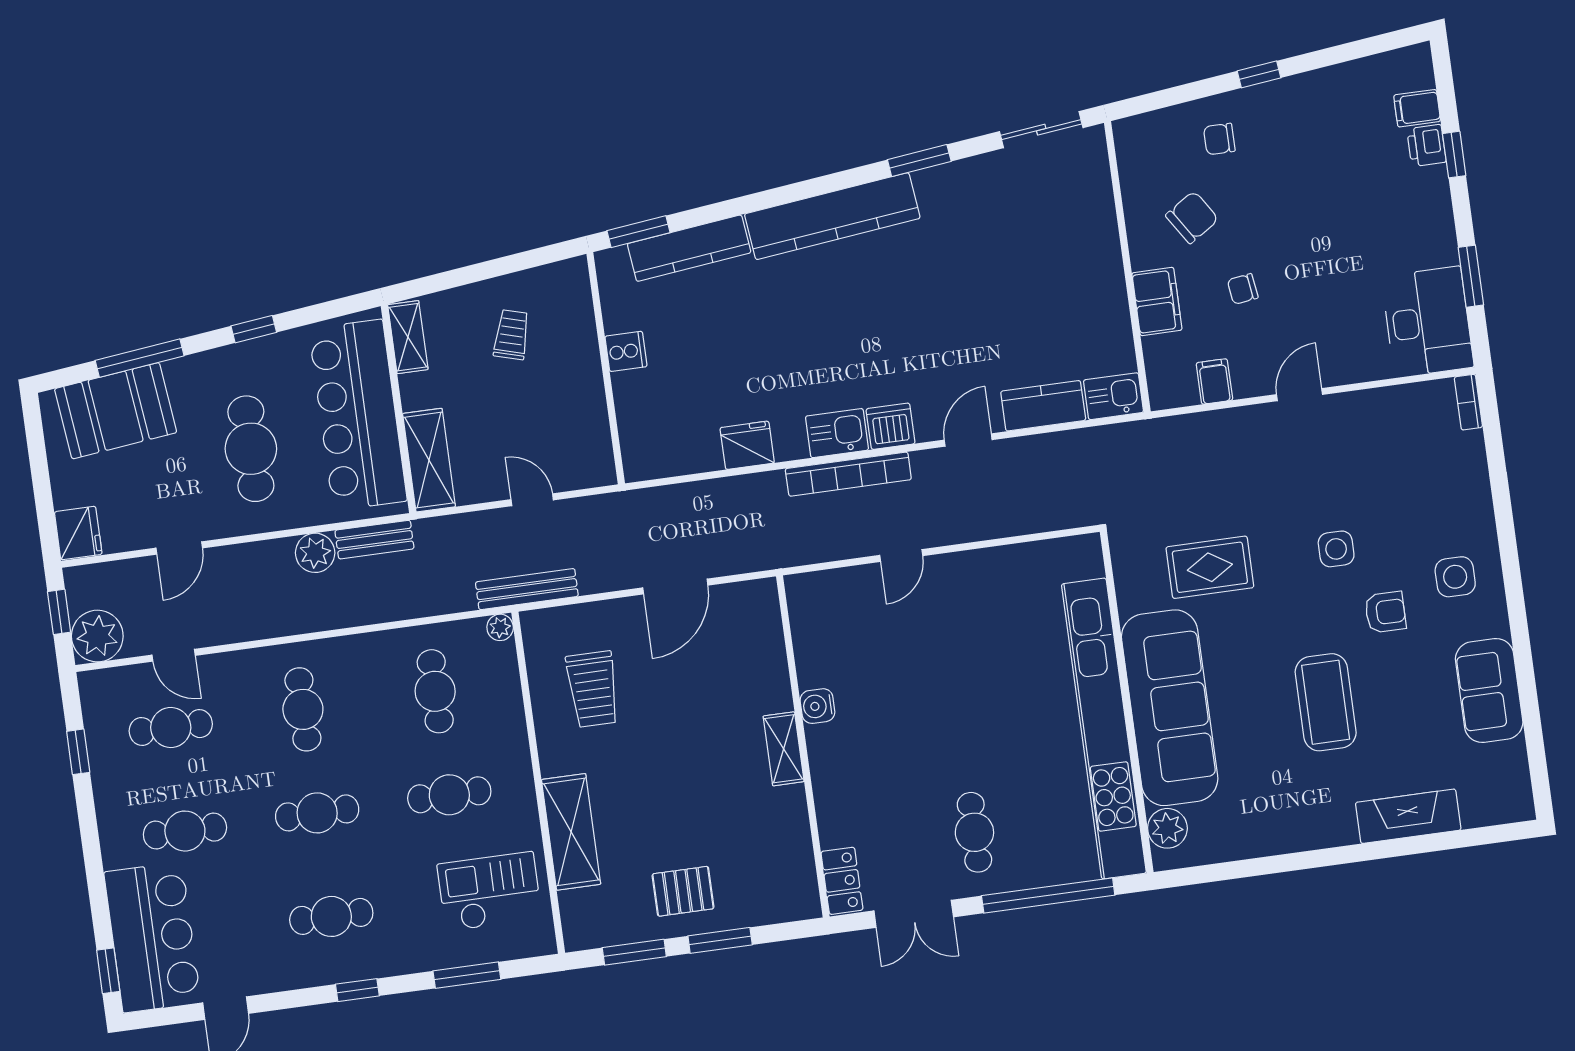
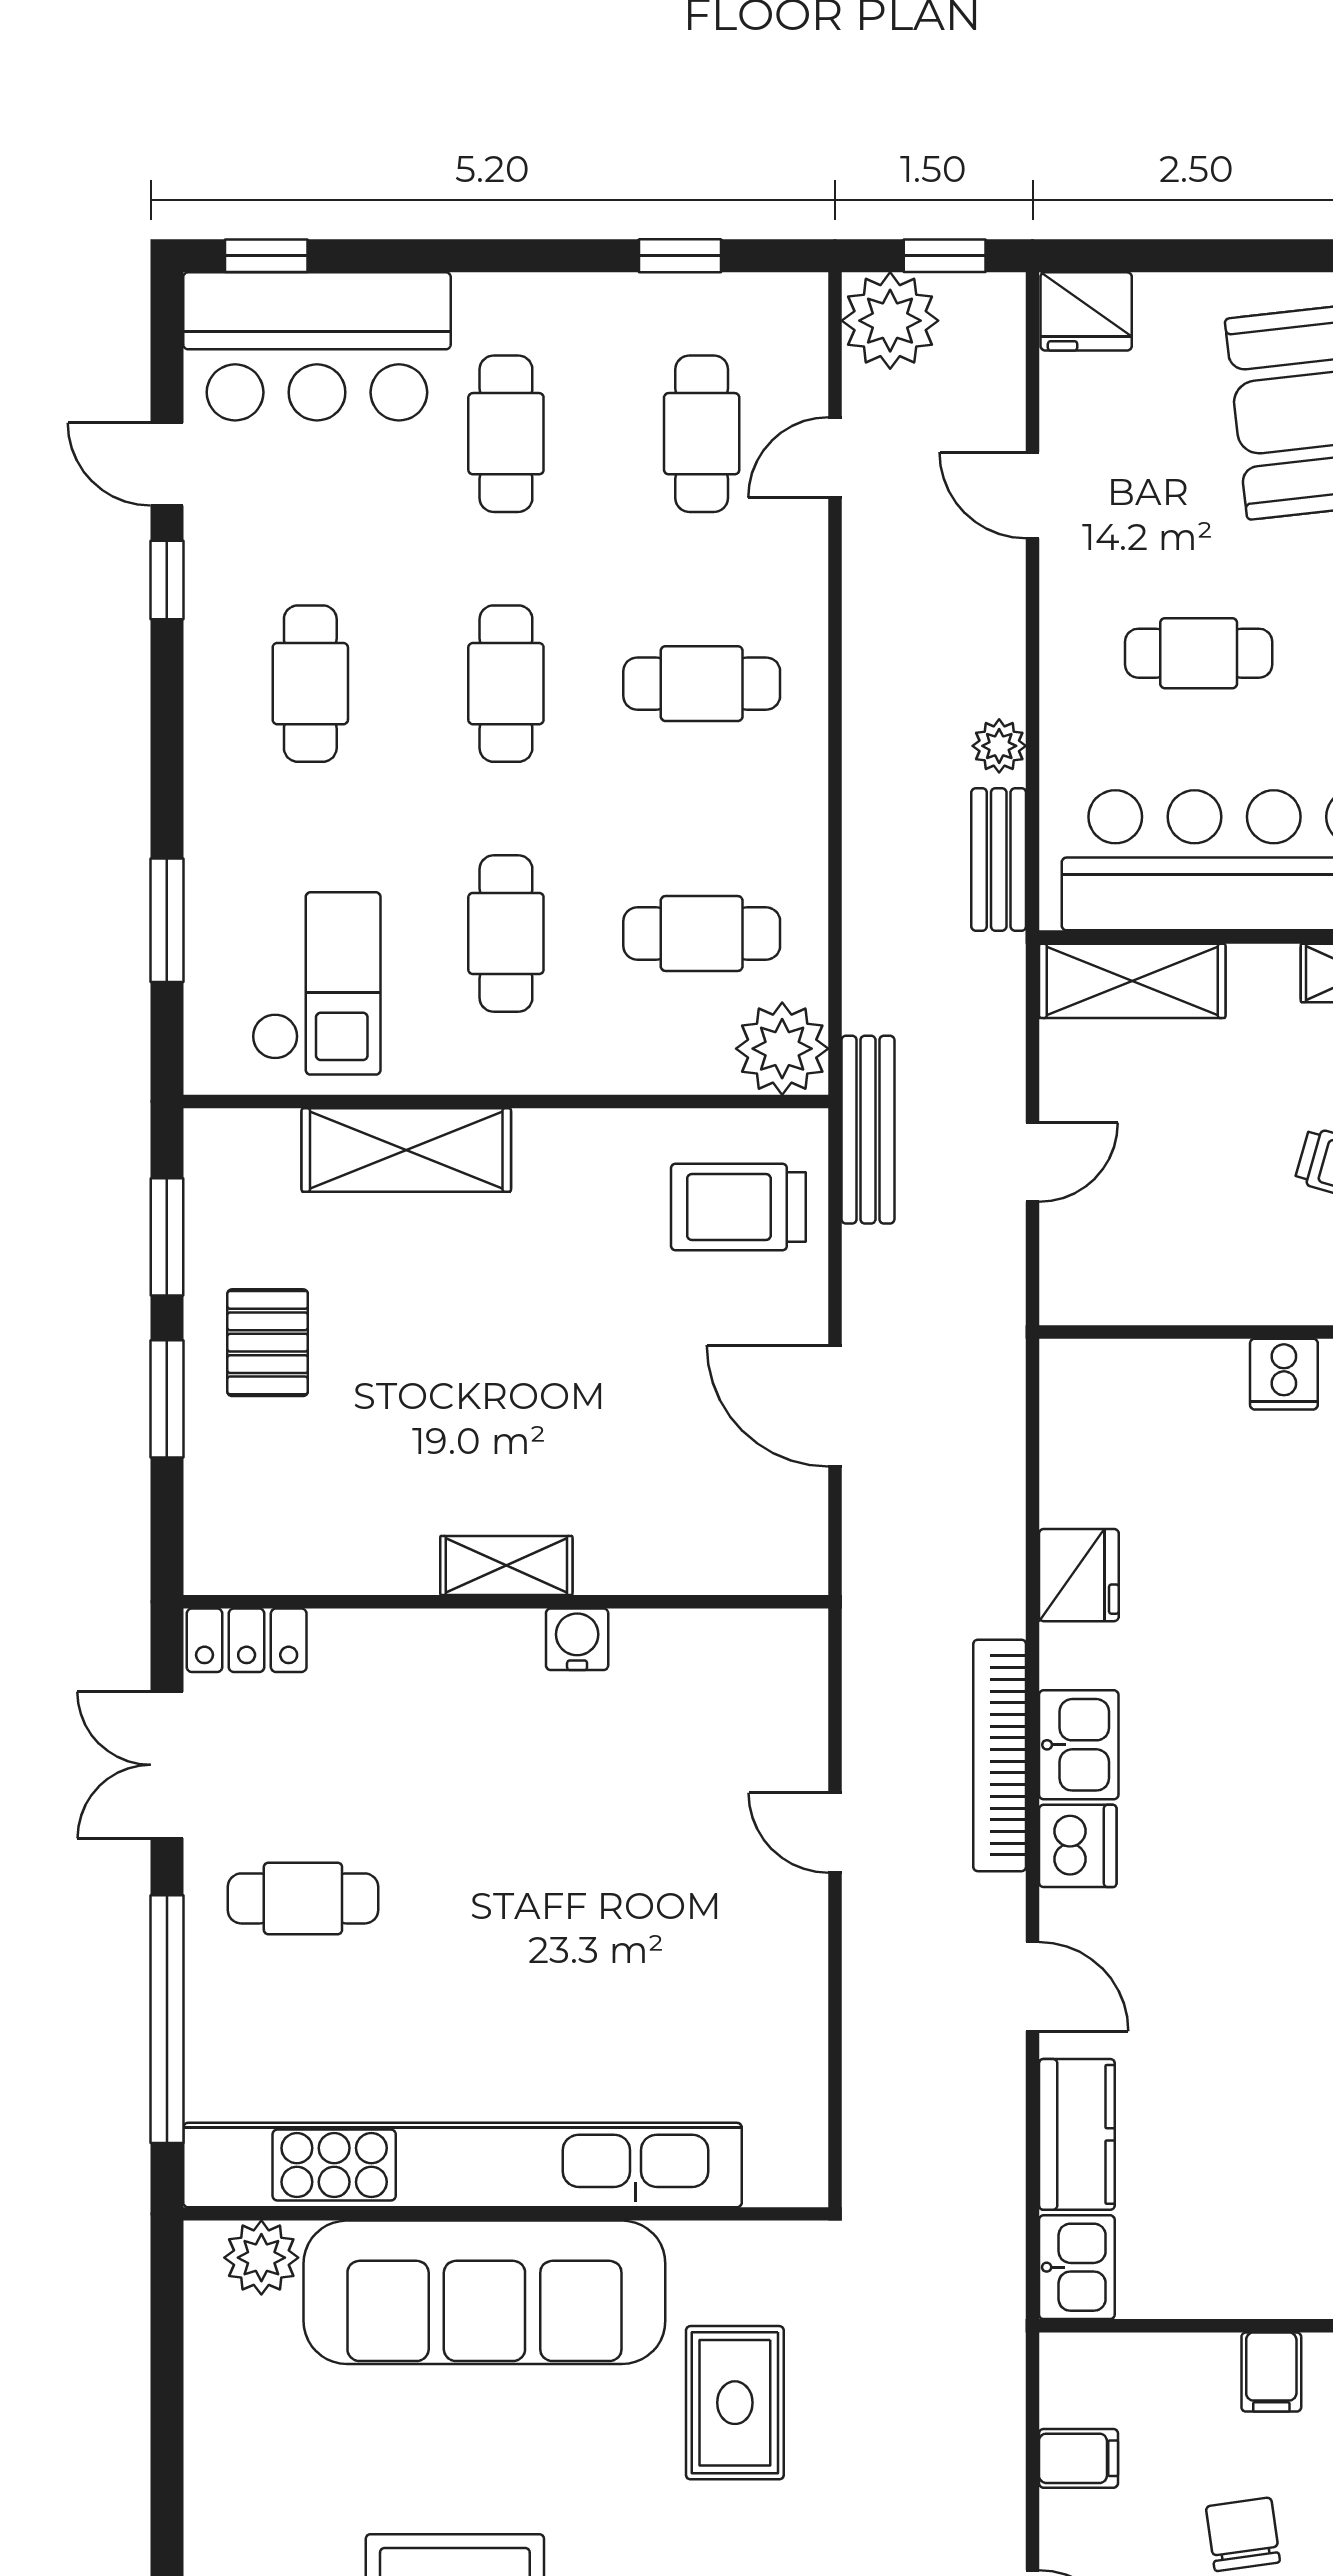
chair: (1243, 289) -> (1243, 2534), width x1.37, depth x1.37
filing cabinet: (1157, 301) -> (1271, 2372), width x0.50
cafe table: (251, 449) -> (1199, 653), width x0.73, depth x0.74
plant: (315, 553) -> (999, 746), width x0.73, depth x0.73
plant: (500, 627) -> (782, 1049), width x1.88, depth x1.88
trolley: (593, 689) -> (738, 1207), moved
window: (357, 990) -> (167, 580), moved

